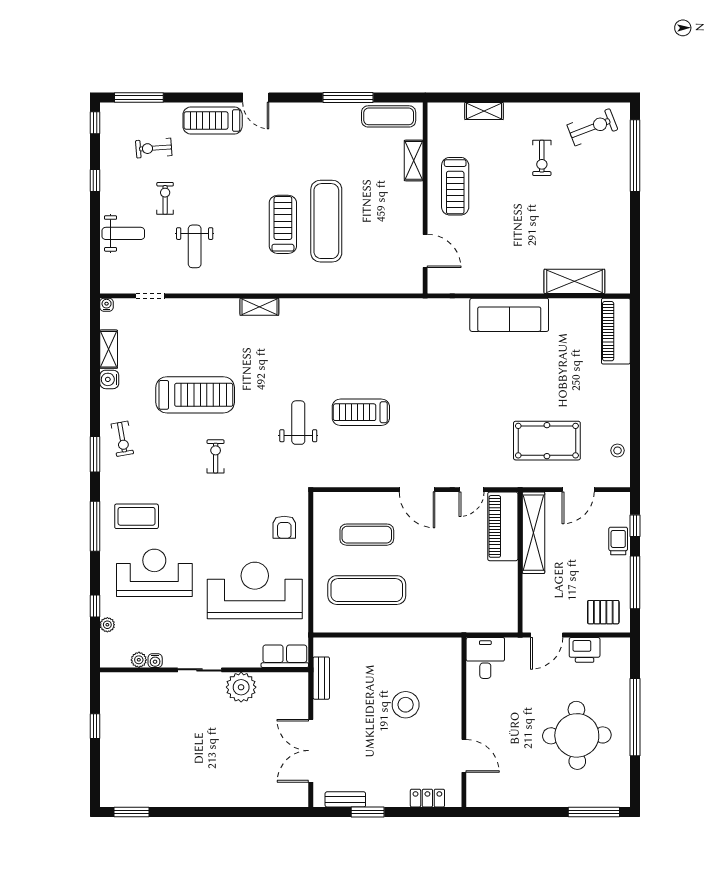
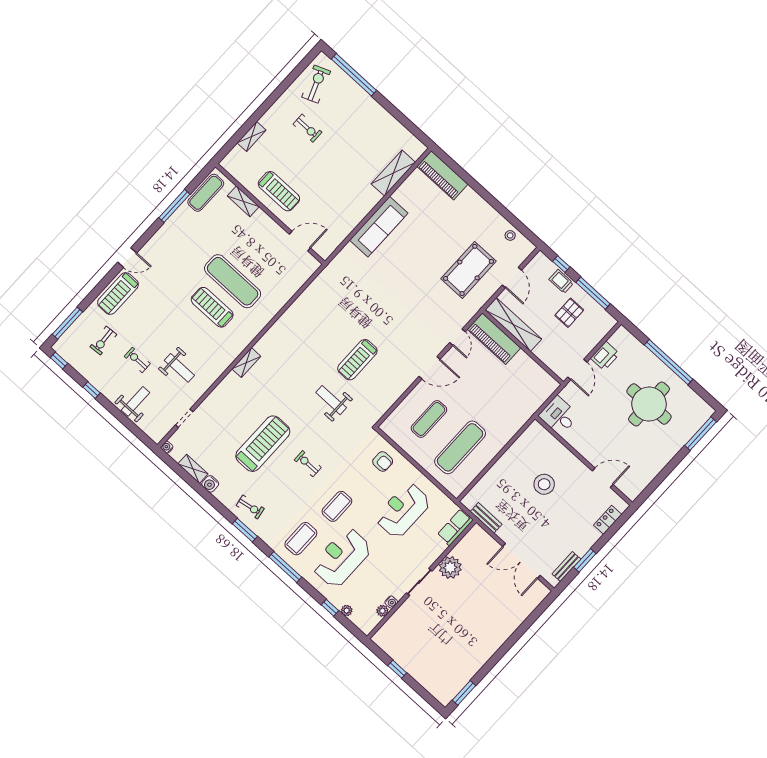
coffee table: (200, 523) -> (337, 506), added
reception desk: (255, 590) -> (403, 510), width x0.74, depth x0.77
pallet: (603, 612) -> (569, 313), moved

